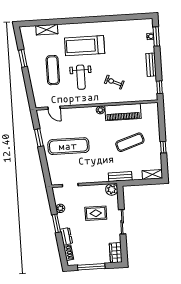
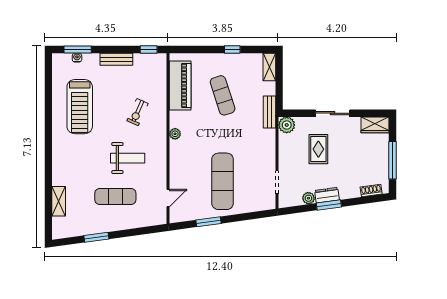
treadmill: (85, 46) -> (80, 107), moved
piano: (123, 112) -> (180, 86), moved
dresser: (66, 236) -> (327, 195), moved

